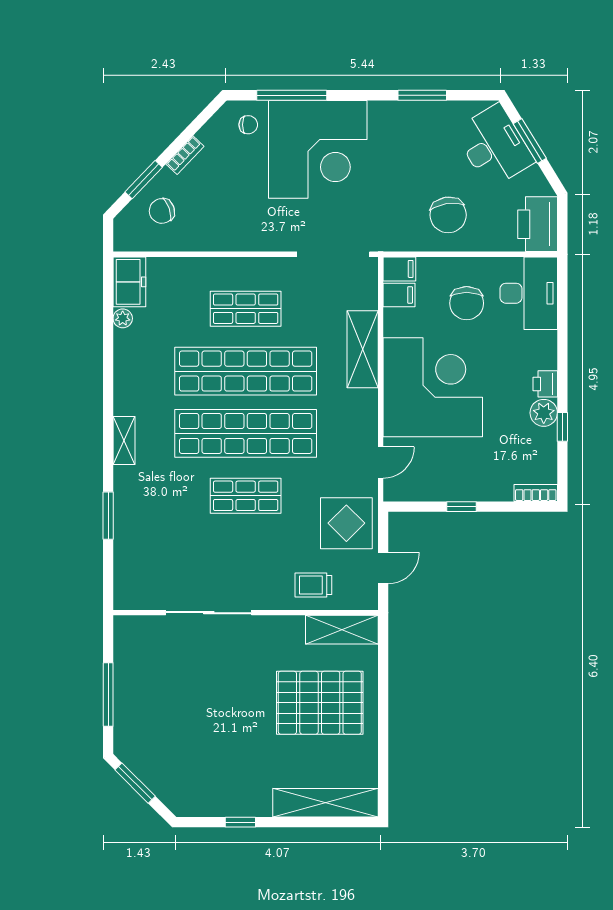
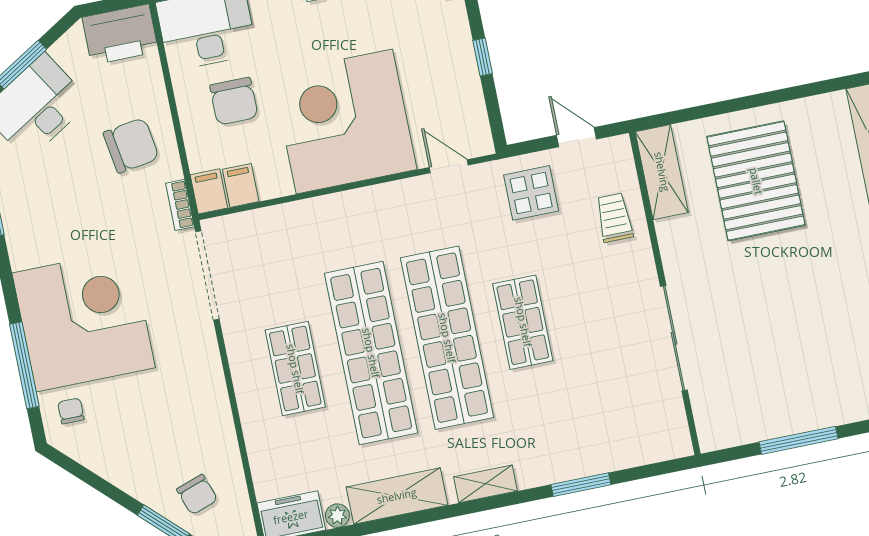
bookcase: (185, 155) -> (180, 205), moved, turned -134
chair: (467, 303) -> (234, 101), turned 90
shelving: (363, 349) -> (397, 496), moved
display table: (346, 523) -> (531, 193), width x0.73, depth x0.73
trolley: (313, 585) -> (614, 218), turned 180

